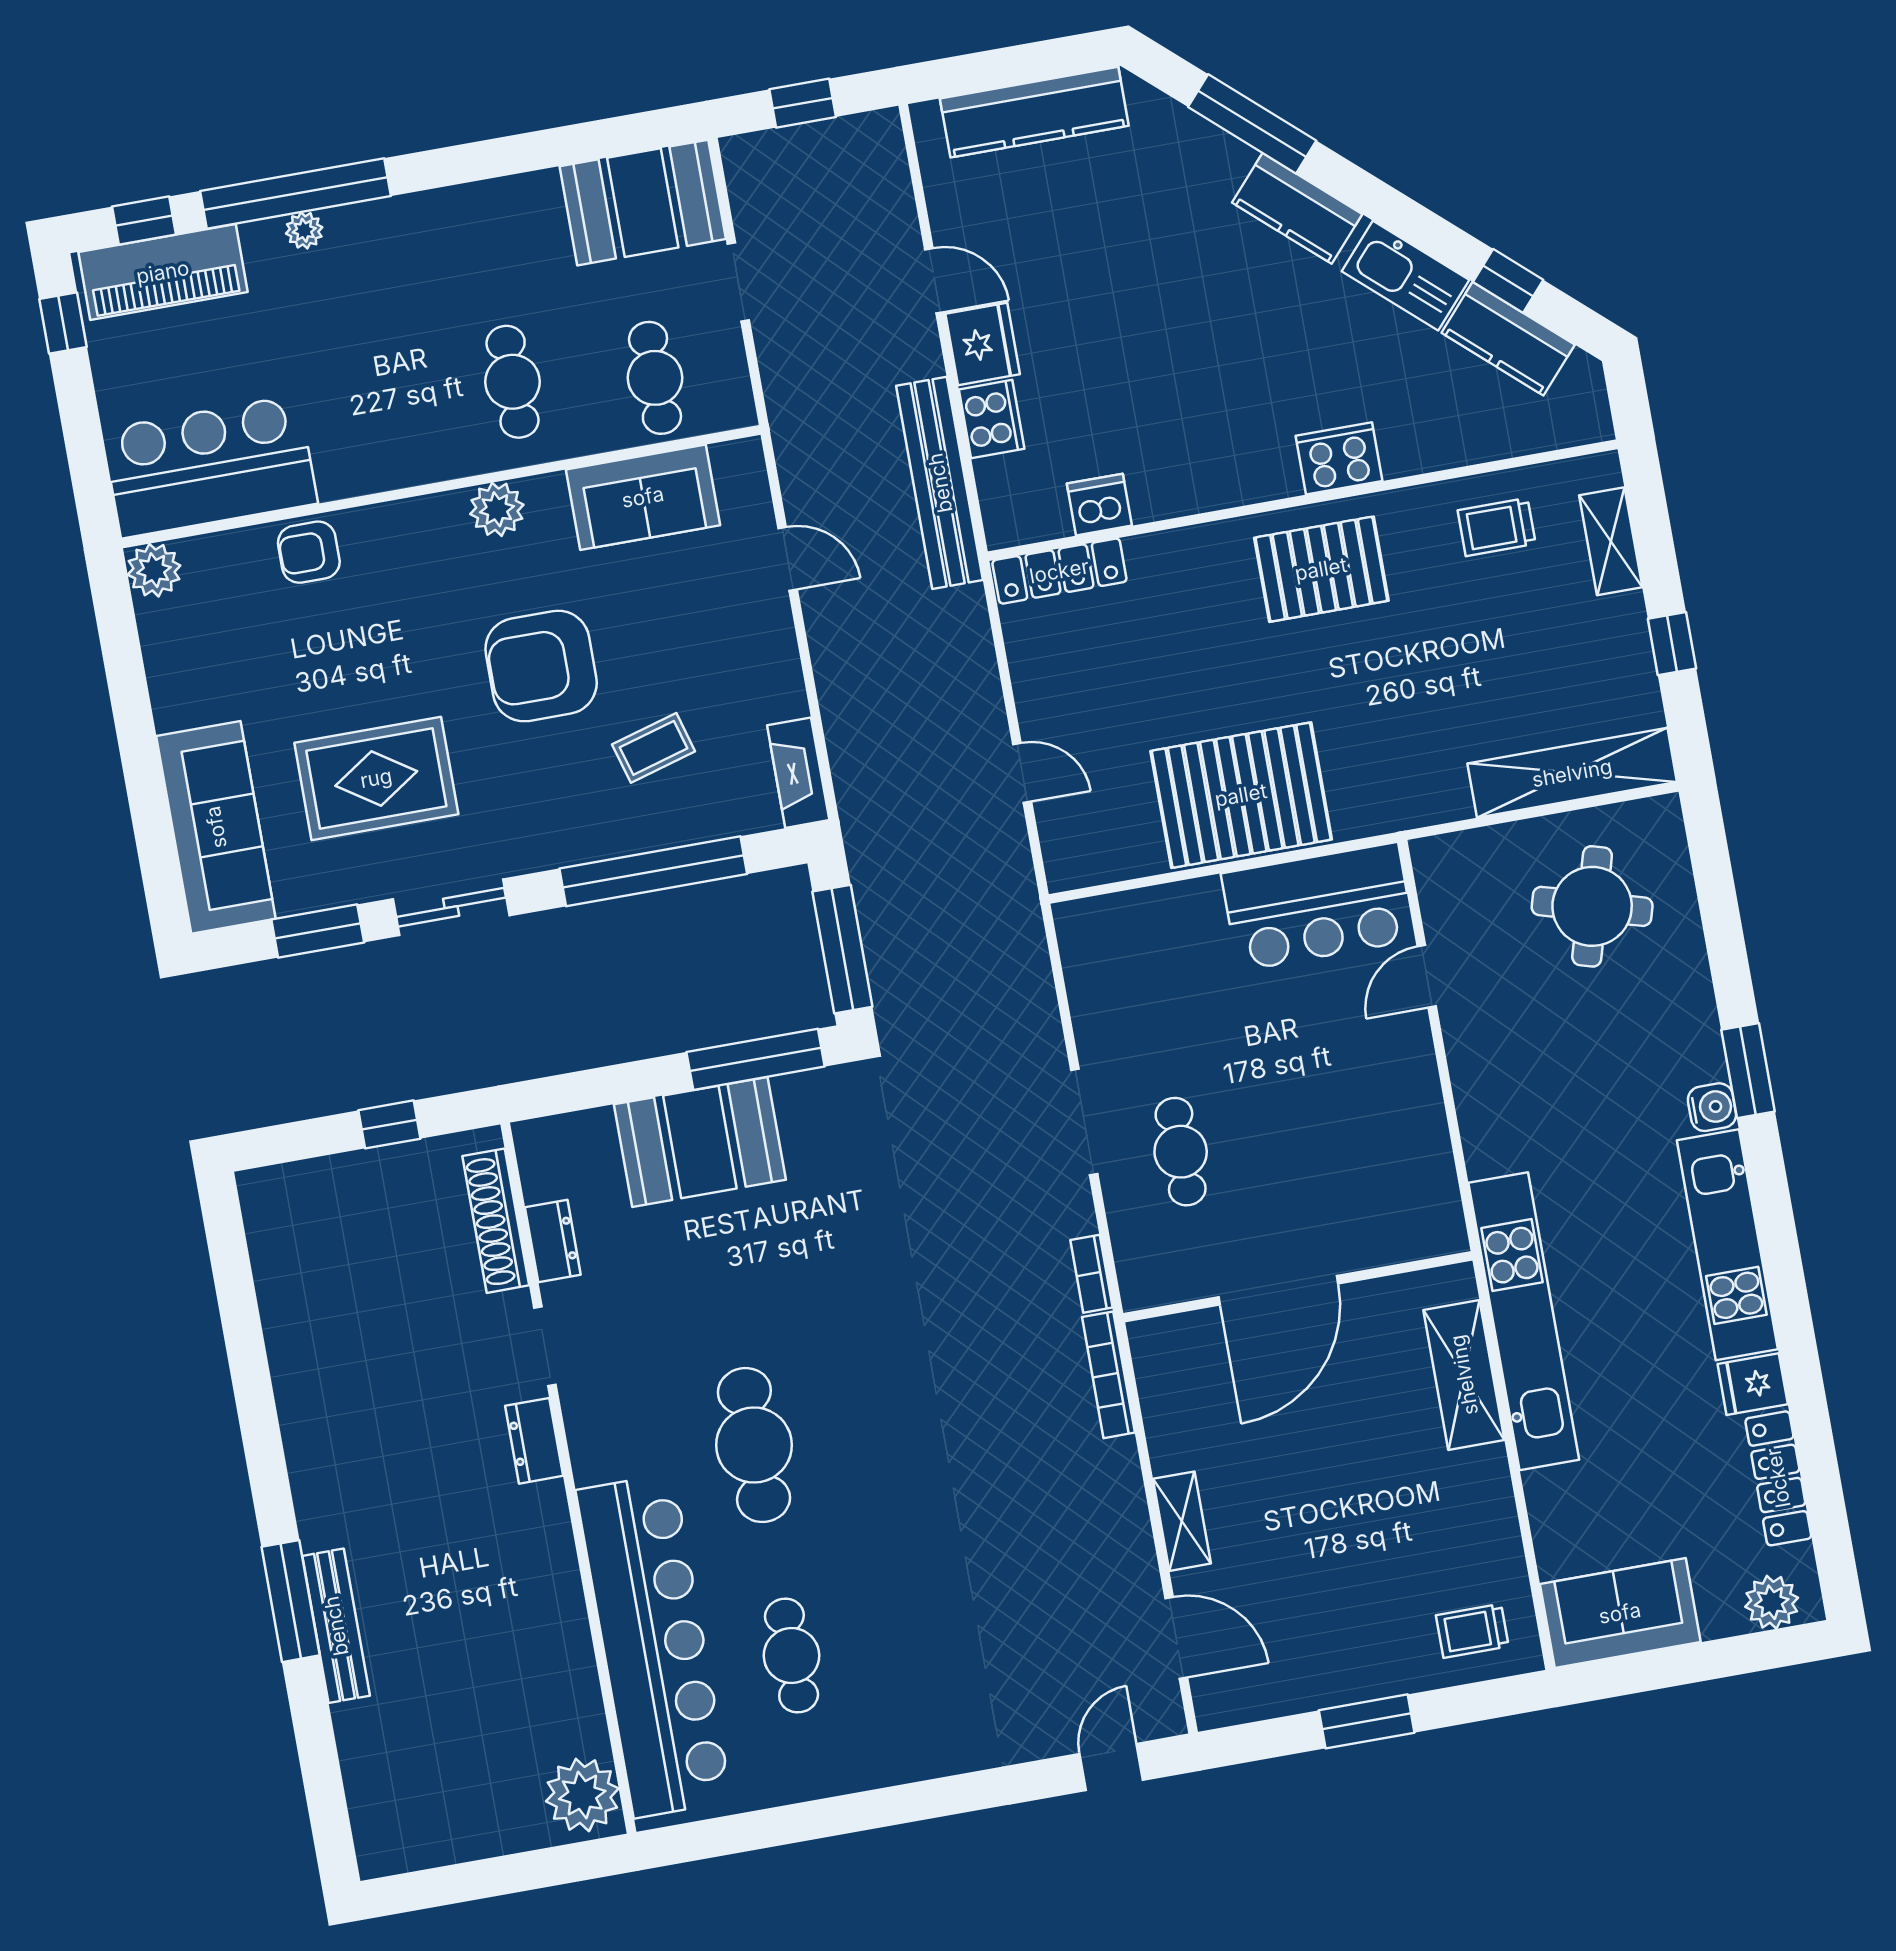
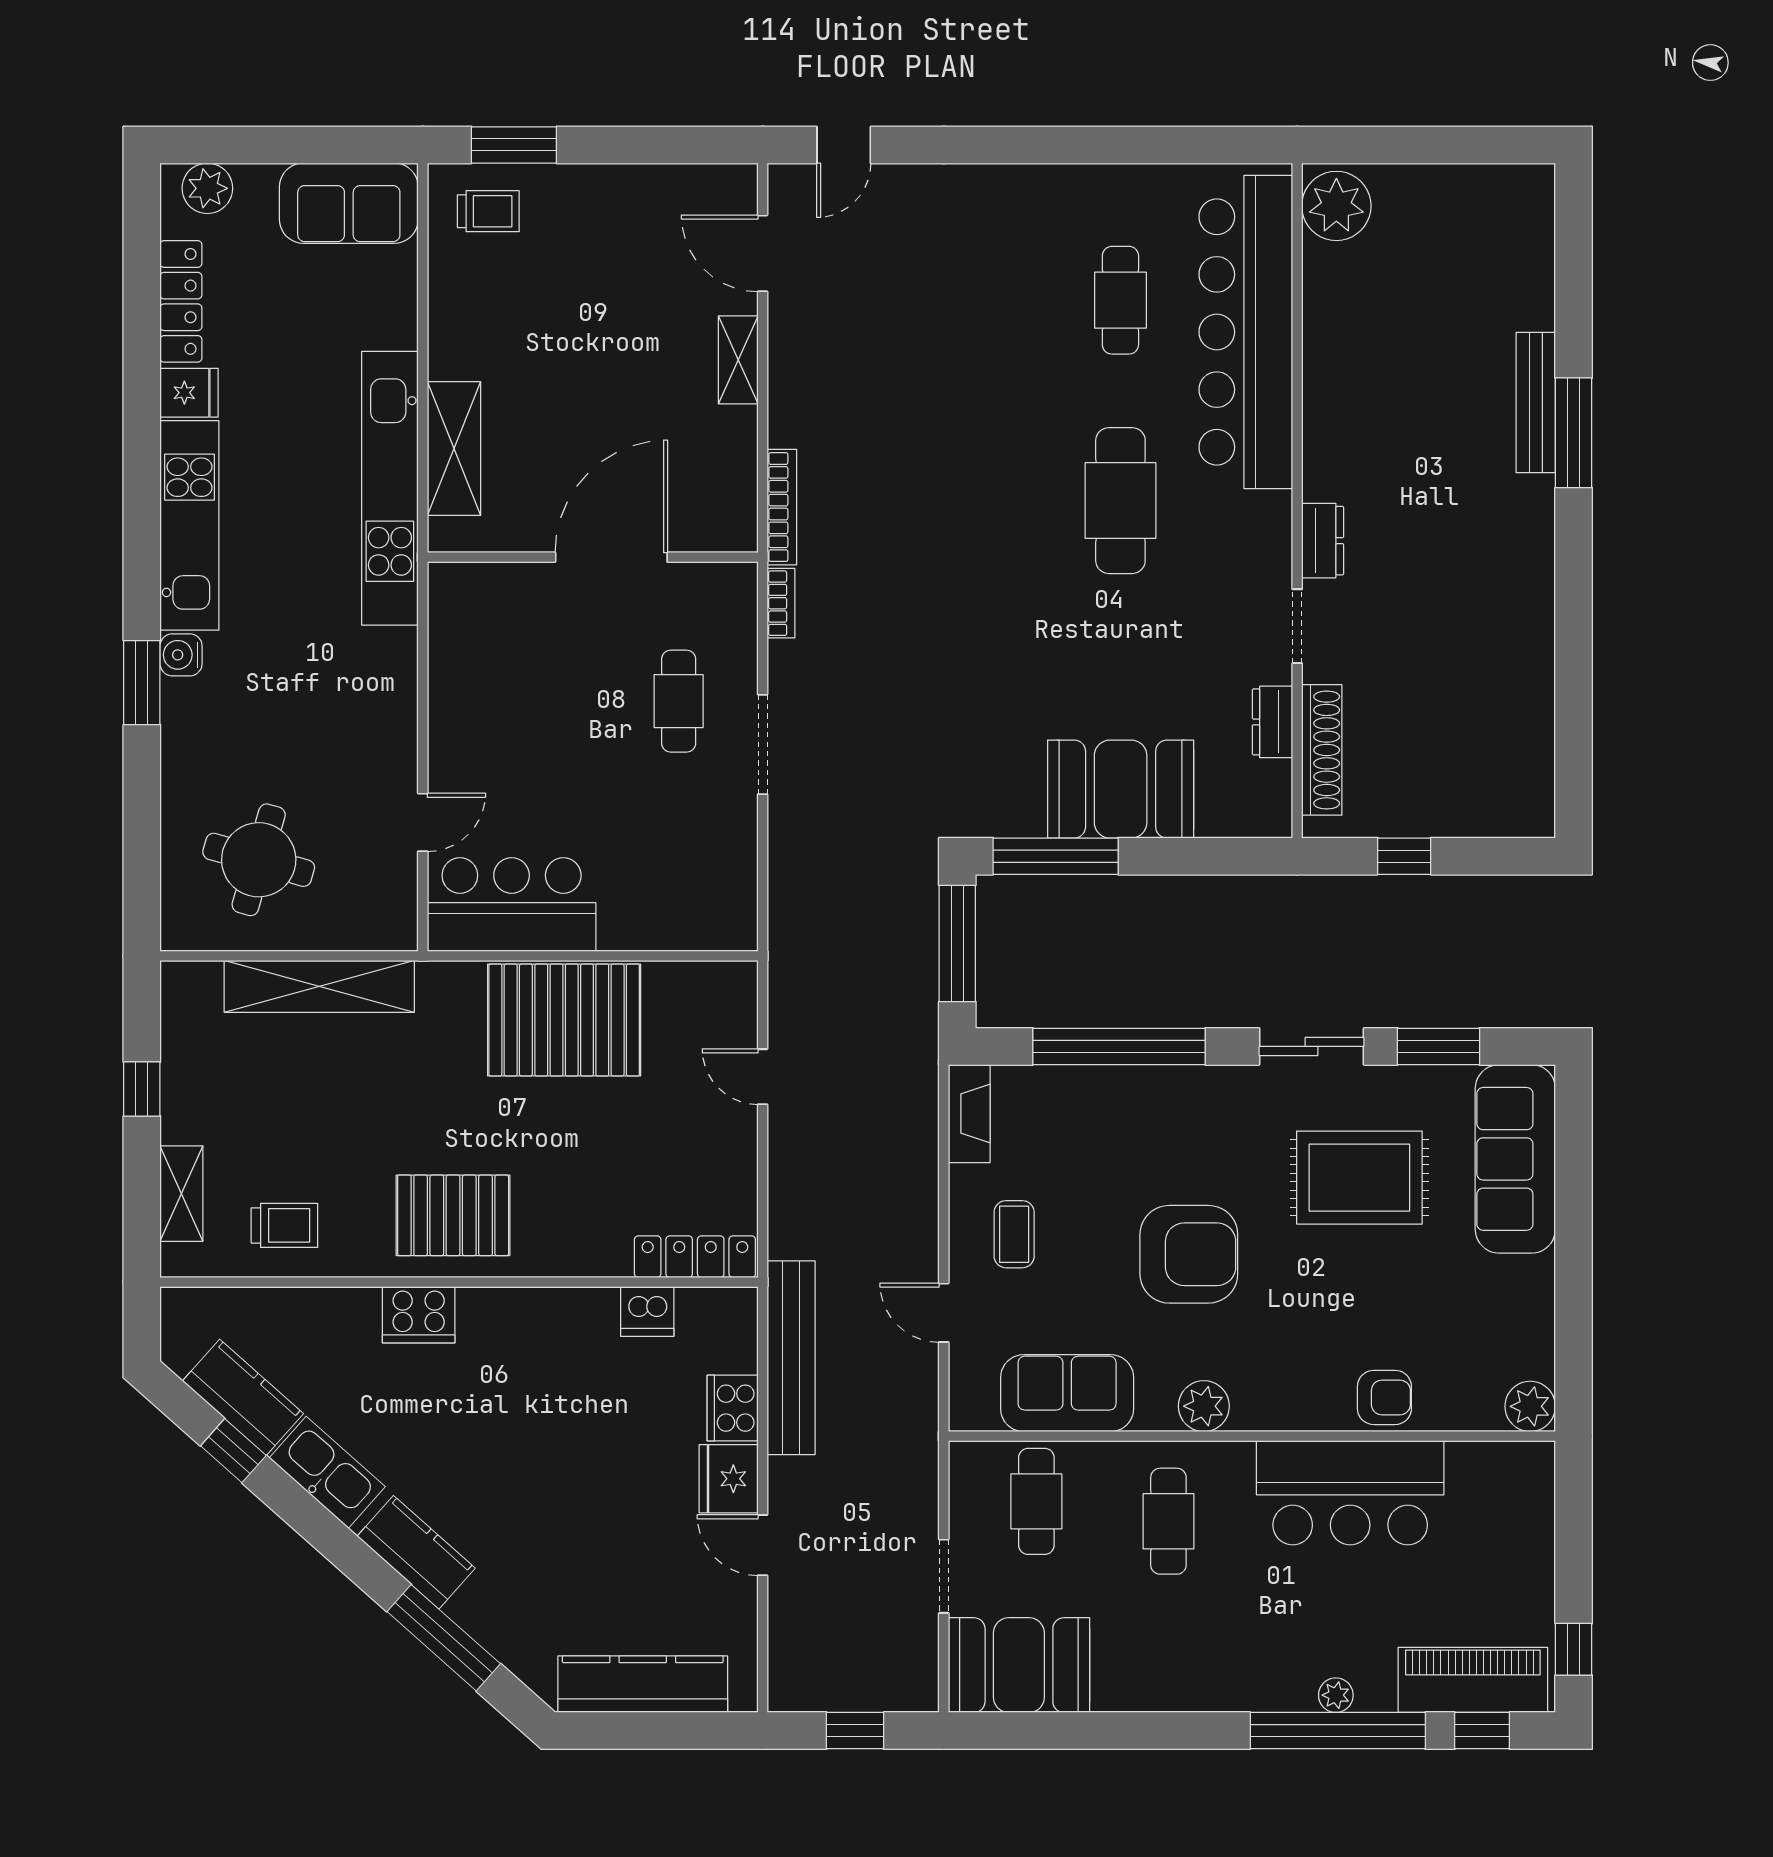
bar counter: (210, 467) -> (1350, 1493), moved
coffee table: (654, 748) -> (1014, 1234), moved, turned -74
shelving: (1572, 773) -> (319, 986), moved
window: (1367, 1721) -> (514, 145), moved

